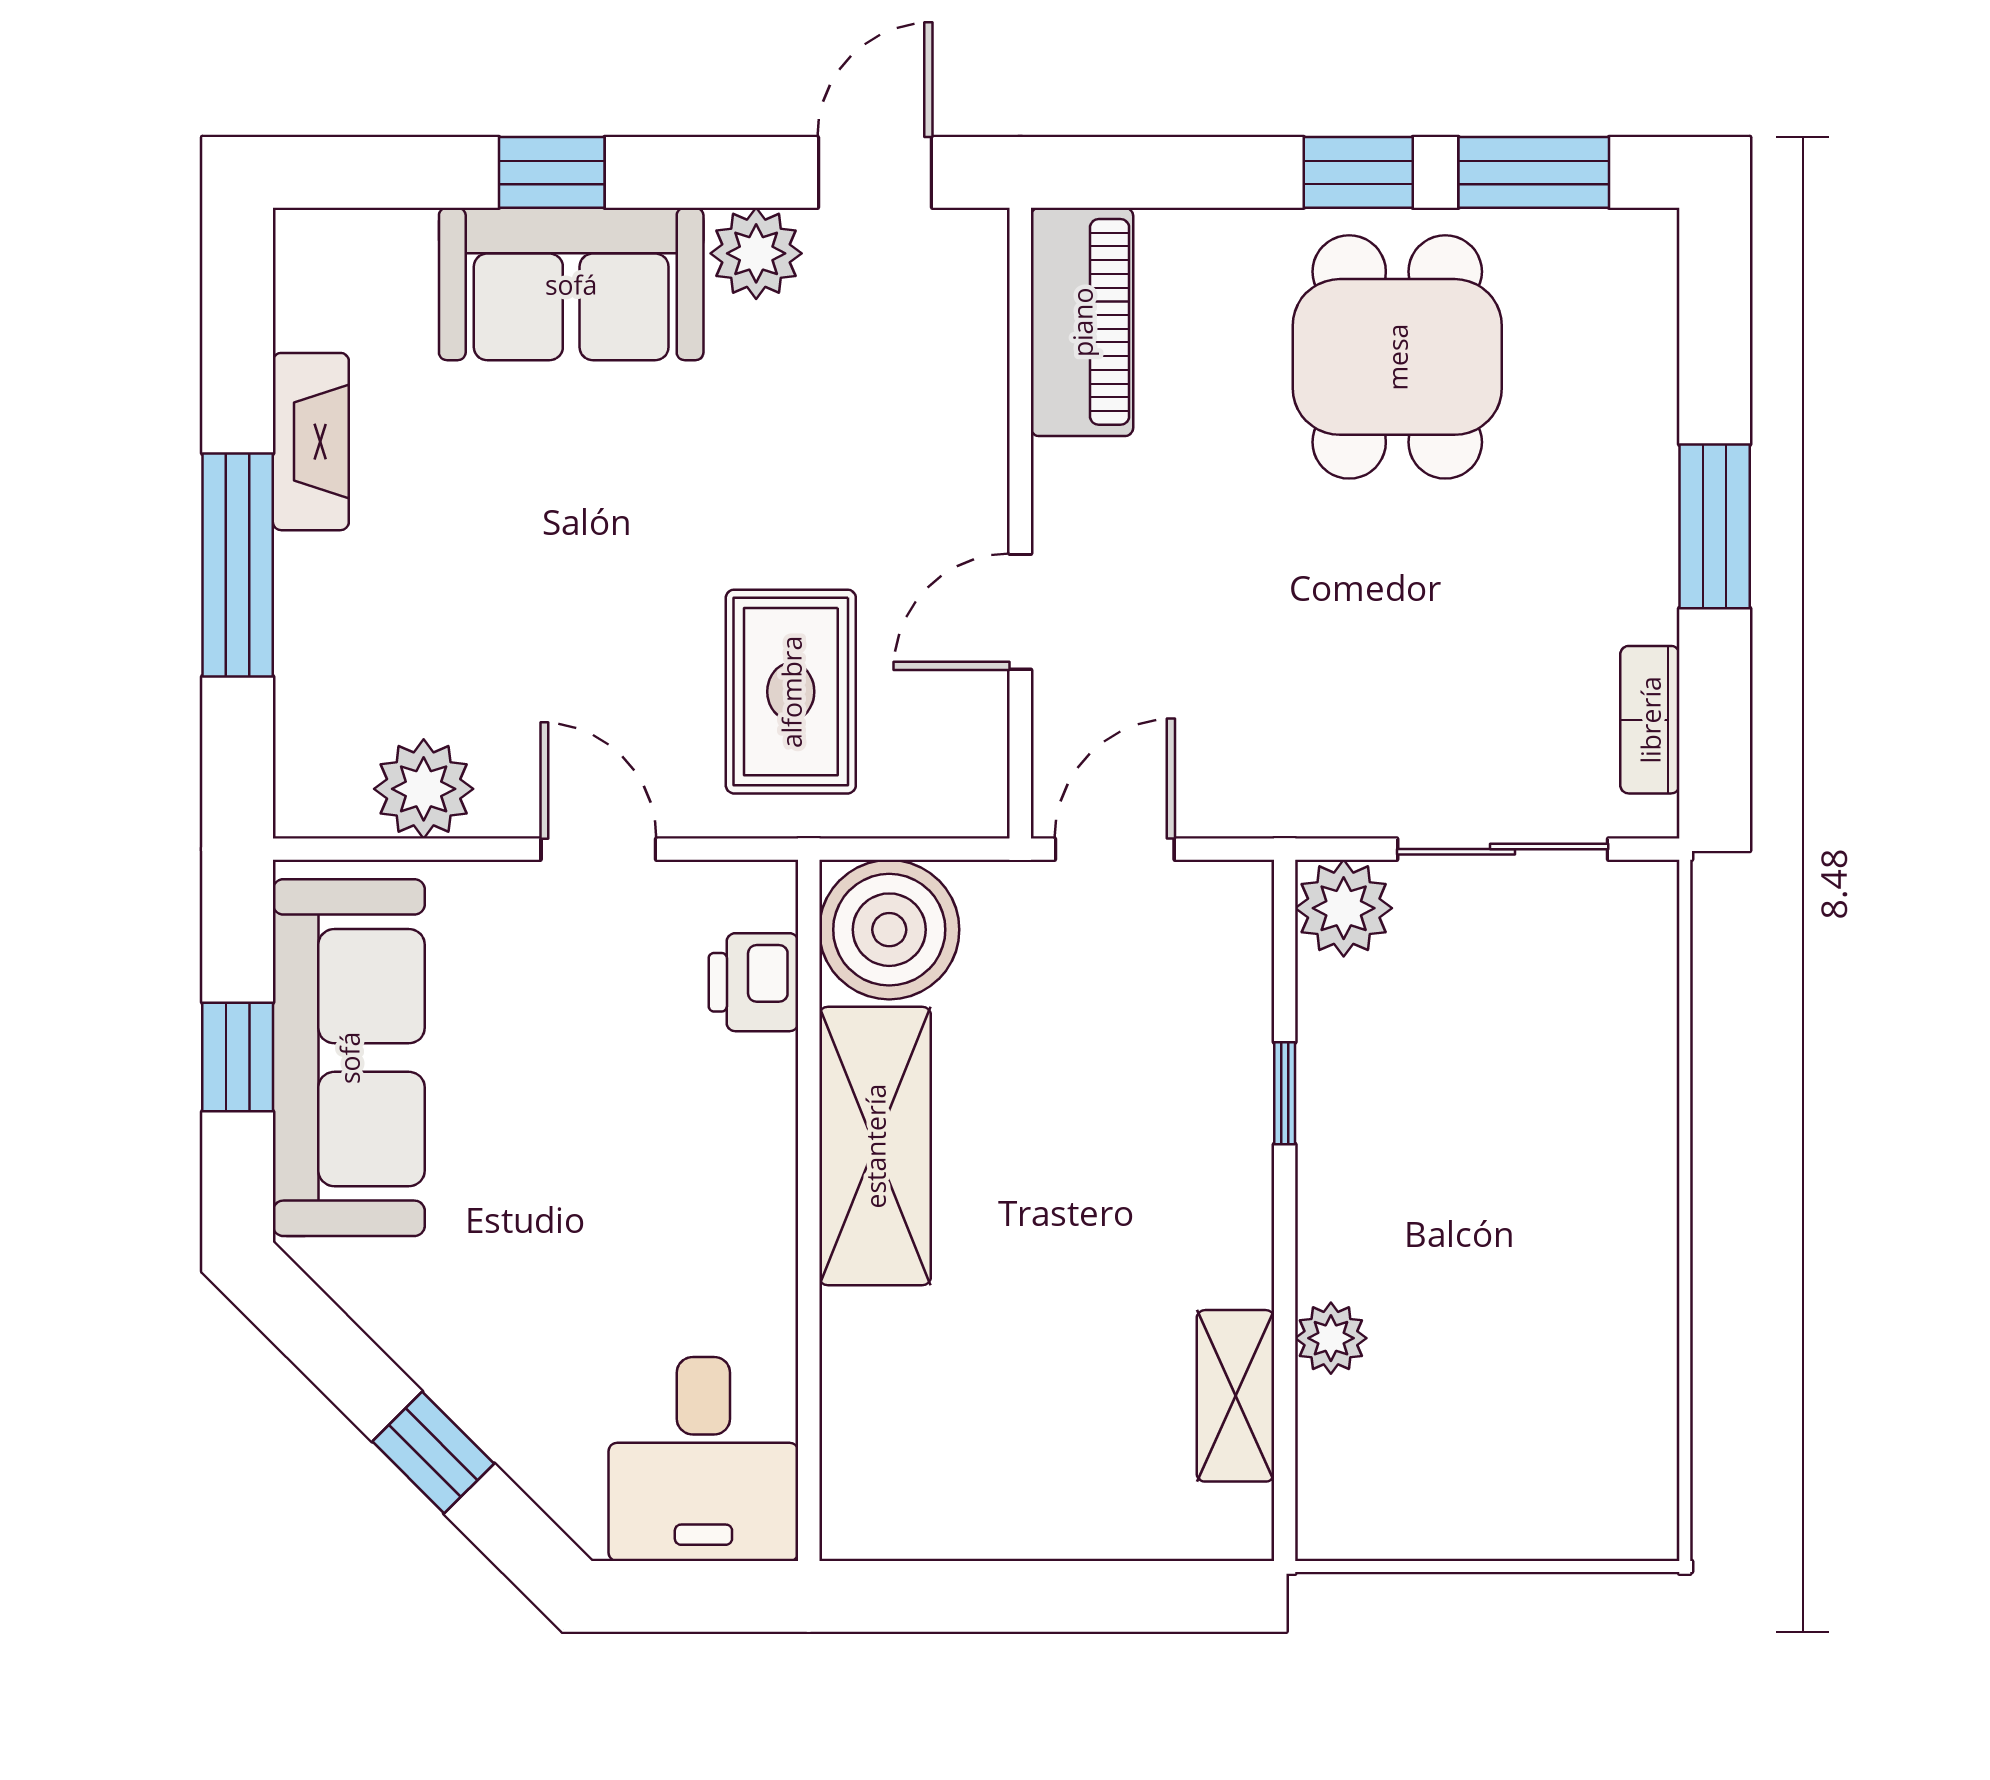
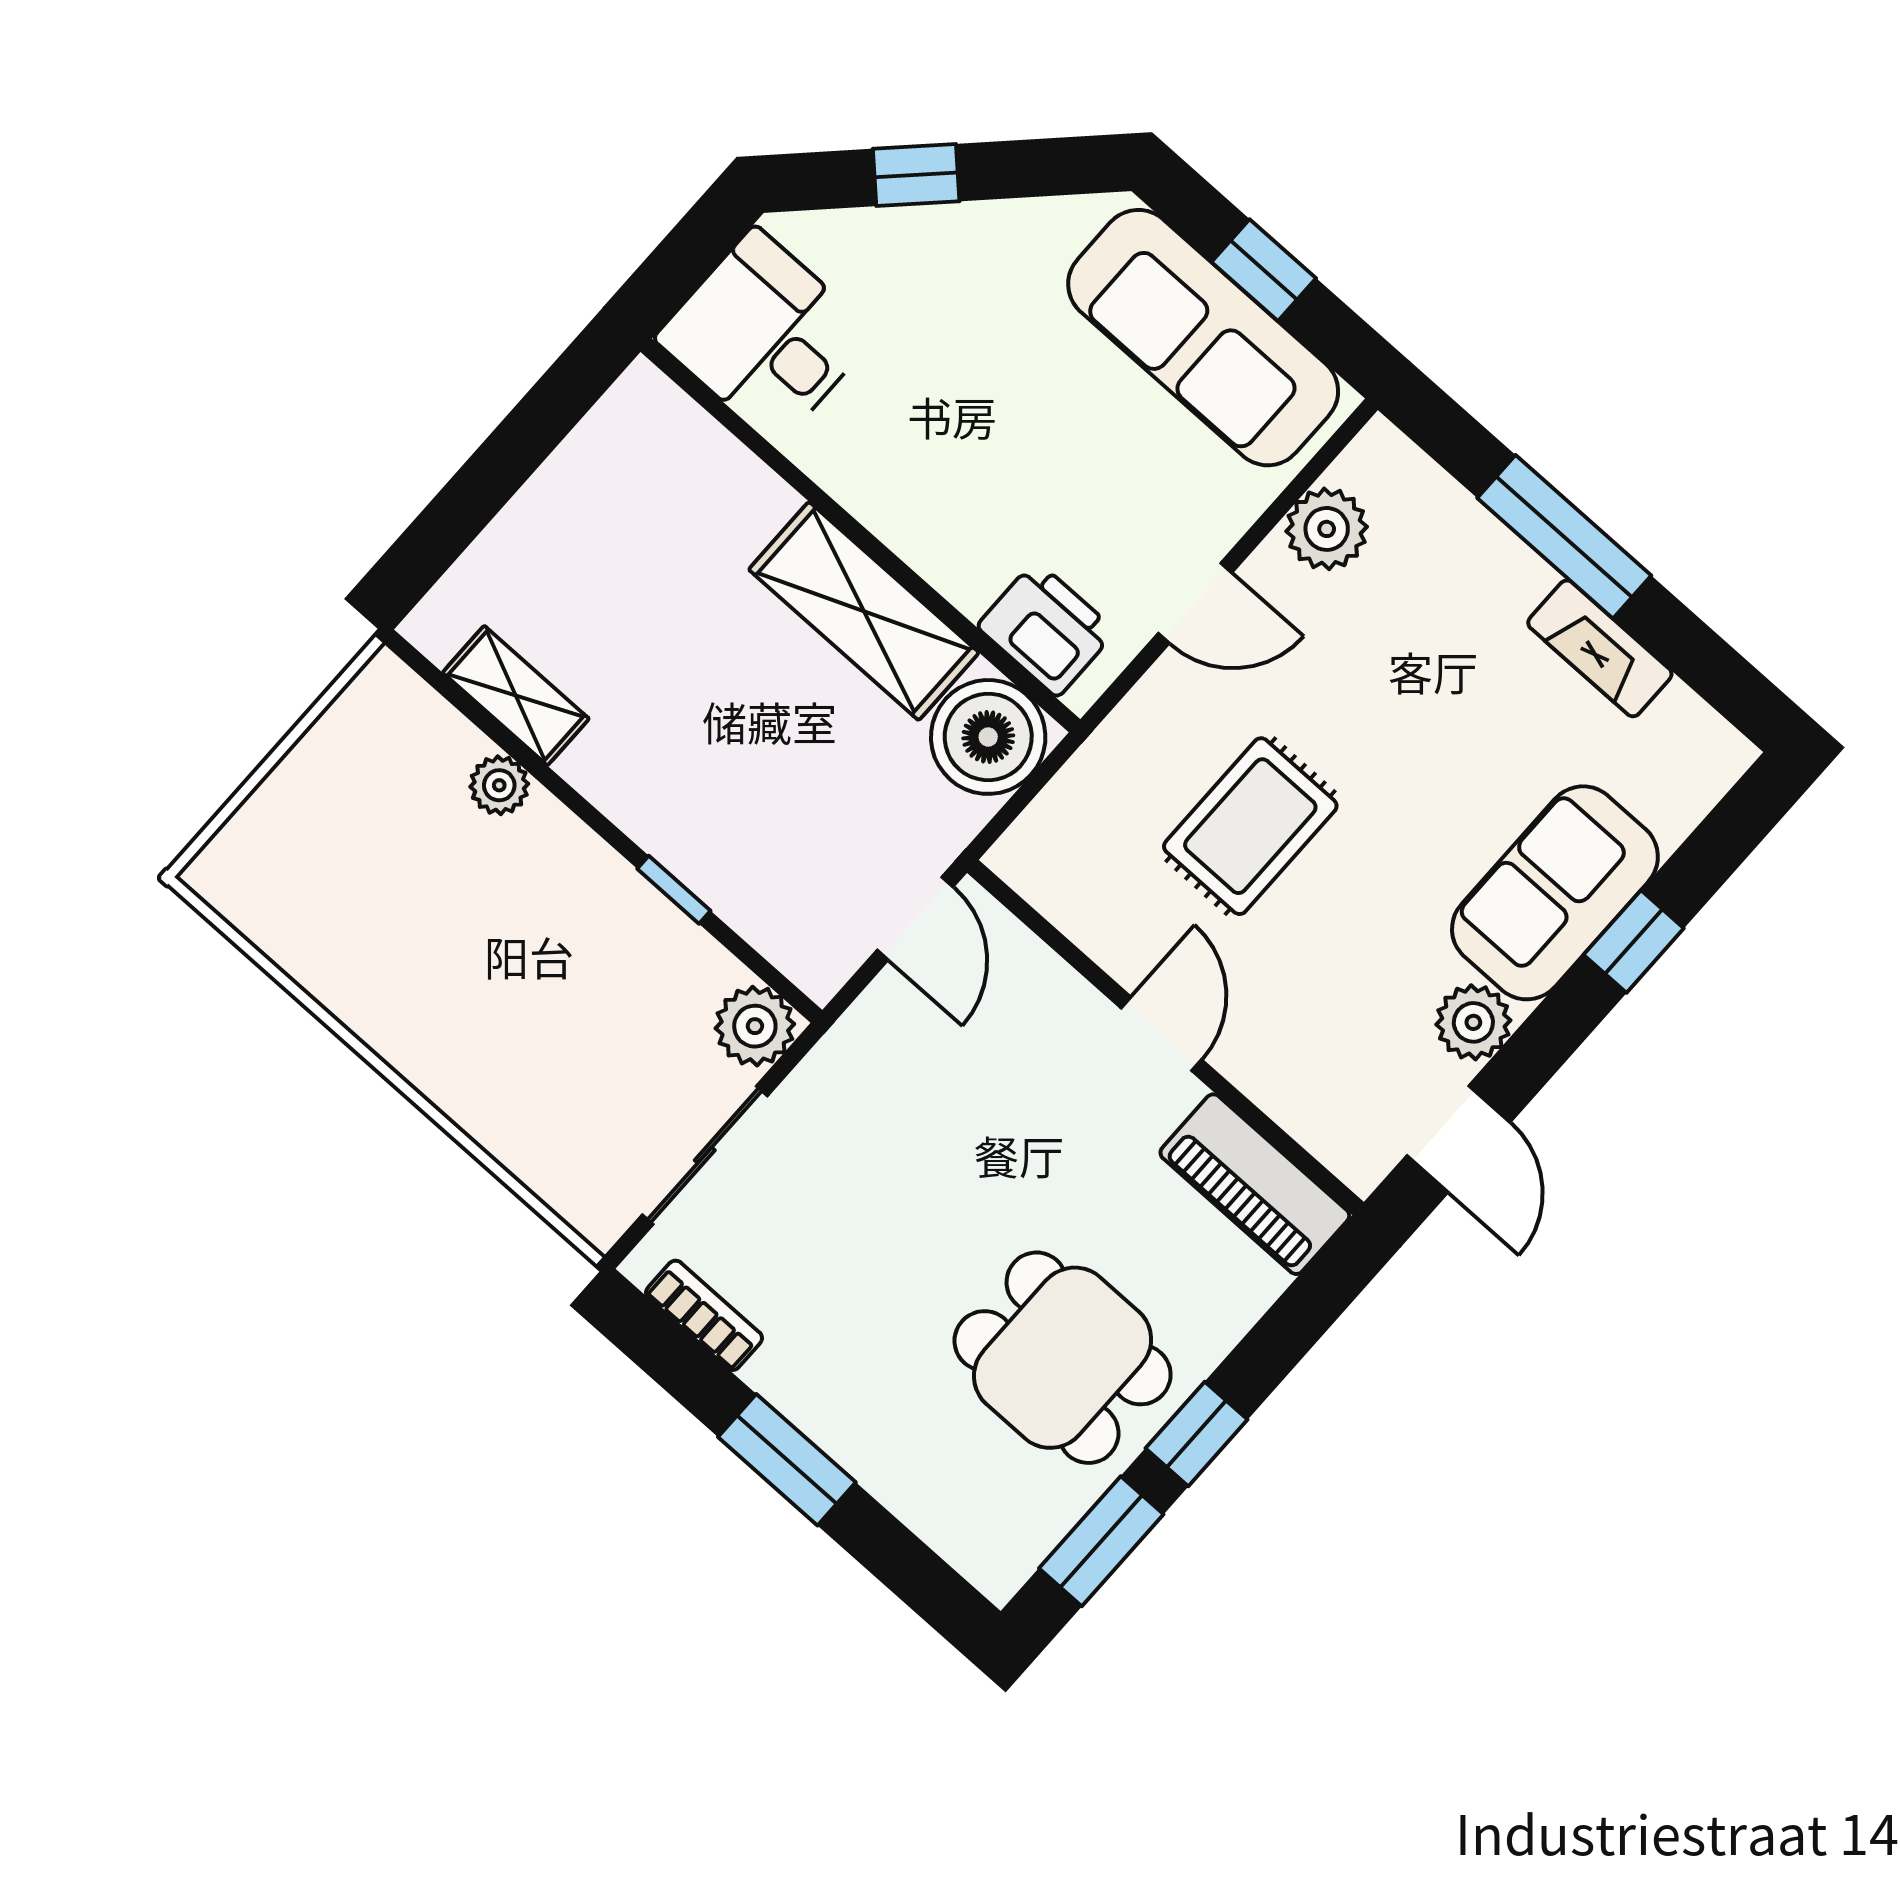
door: (1020, 612) -> (1161, 1034), moved
rug: (791, 692) -> (1250, 826), moved, turned 90
printer: (754, 982) -> (1046, 629), width x1.36, depth x1.24

